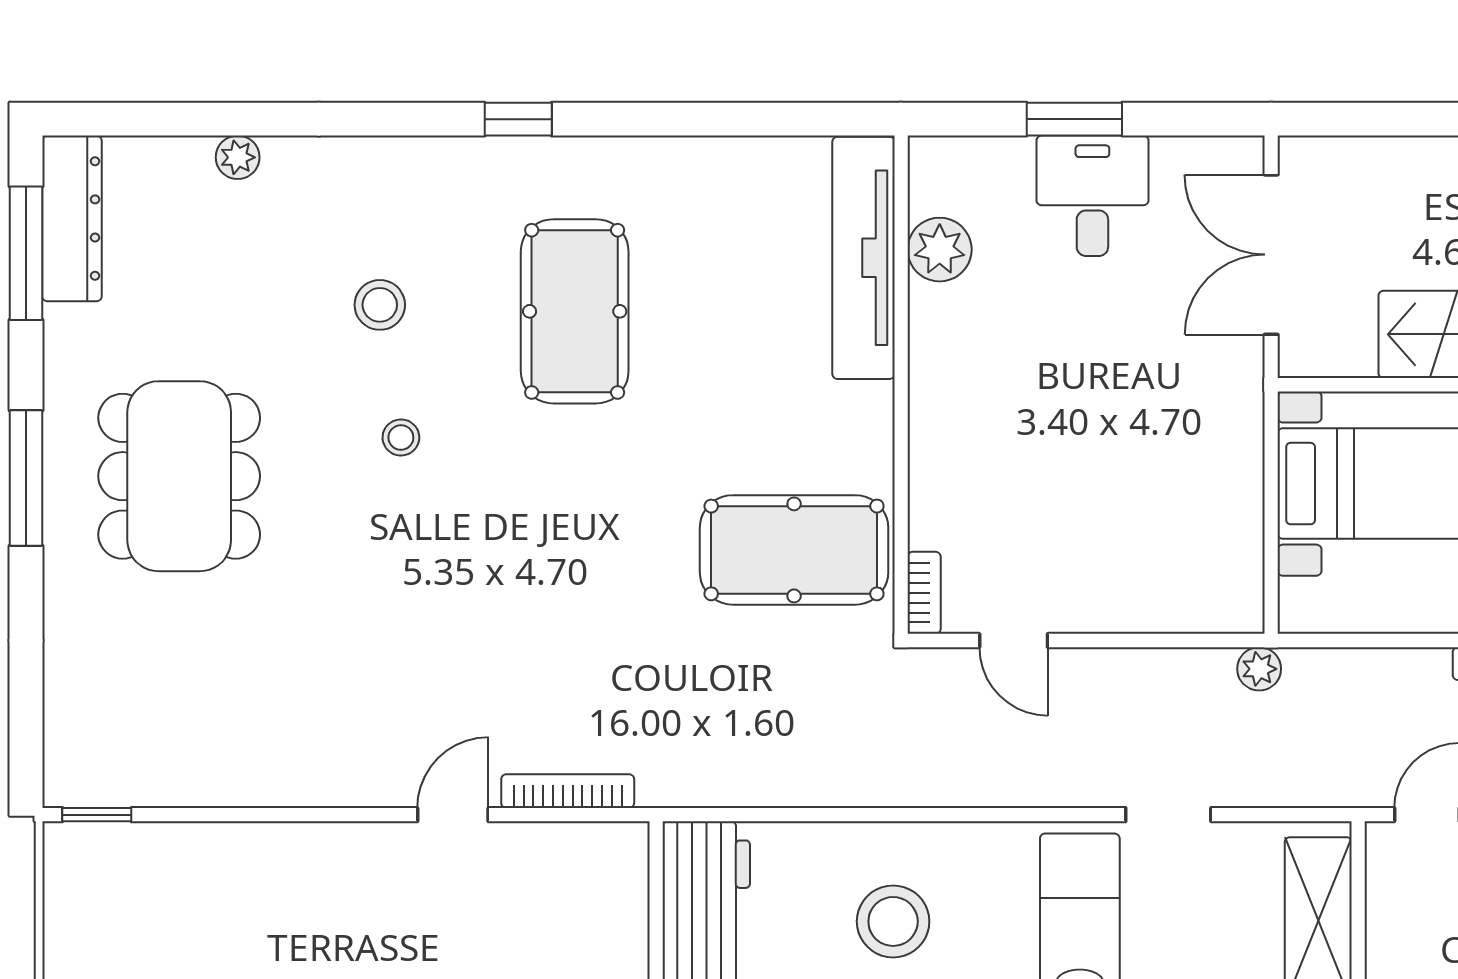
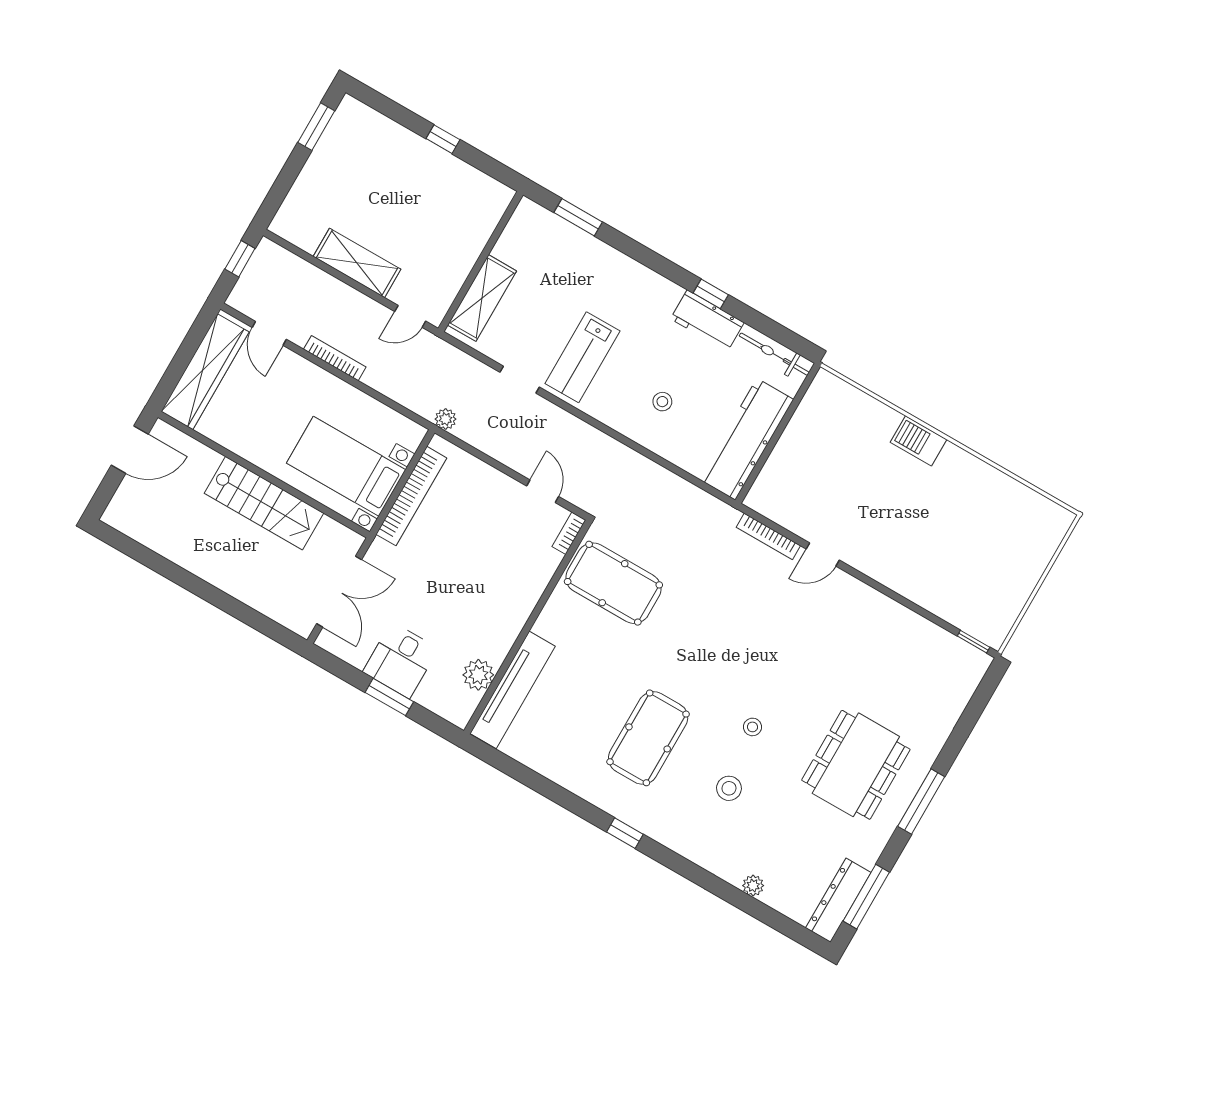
bookcase: (1241, 498) -> (411, 496), added
stool: (893, 921) -> (662, 402), width x0.53, depth x0.53

